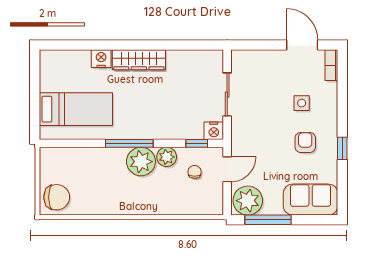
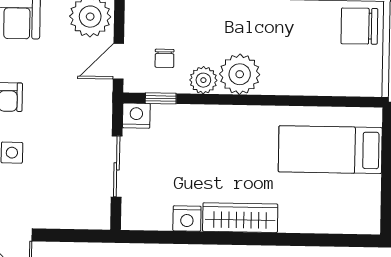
nightstand: (101, 59) -> (187, 218), moved
window: (129, 143) -> (256, 100), removed

